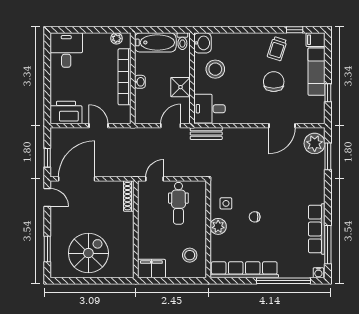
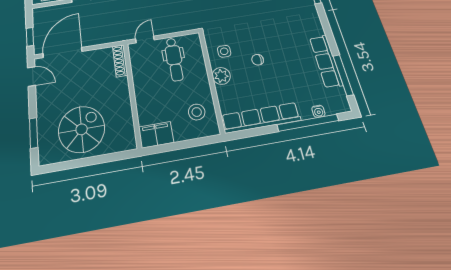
water cooler: (318, 273) -> (318, 111), moved

